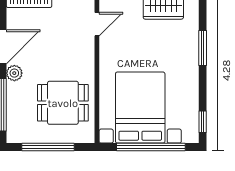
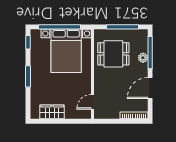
window: (203, 48) -> (28, 76), moved
plant: (14, 73) -> (143, 58), moved

